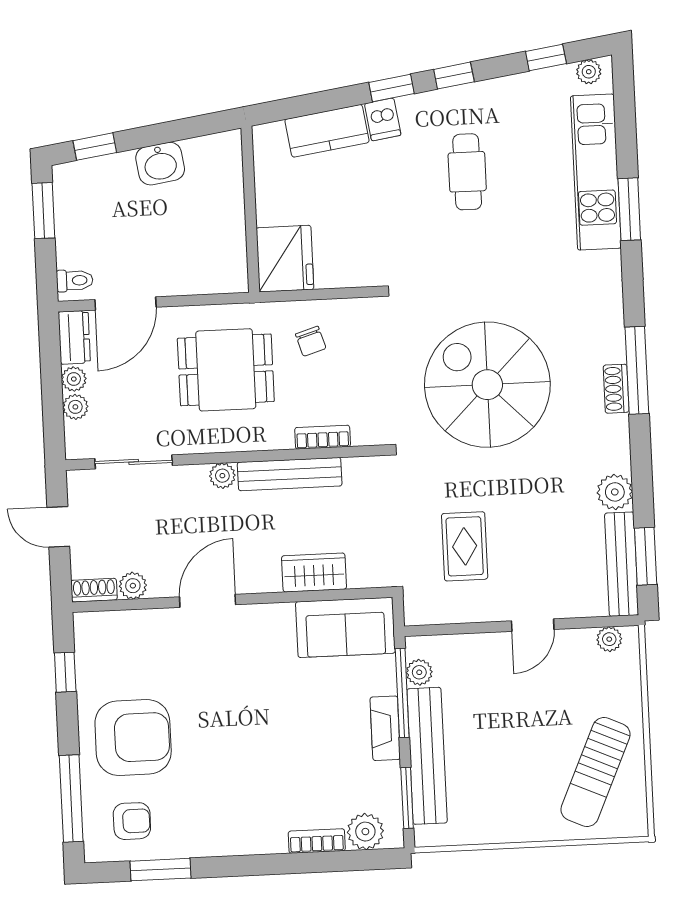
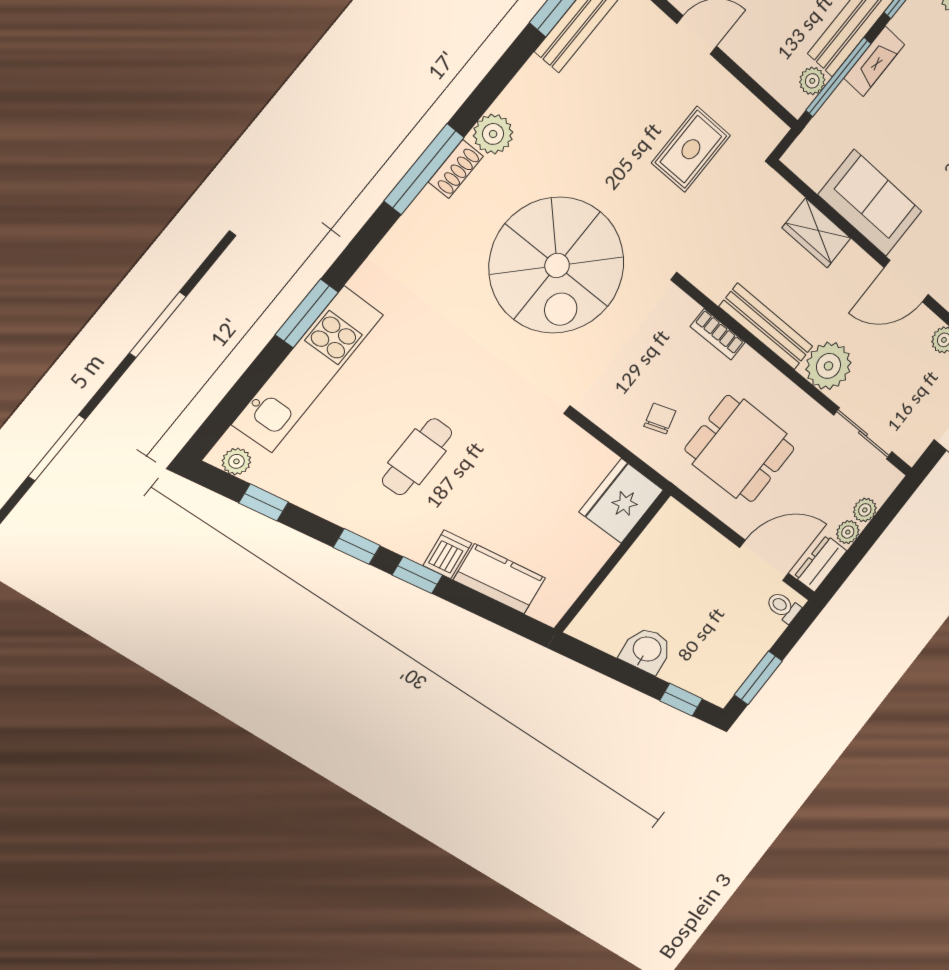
plant: (222, 476) -> (828, 366), width x1.88, depth x1.88
plant: (615, 492) -> (493, 134), moved
sofa: (345, 627) -> (870, 203), moved

